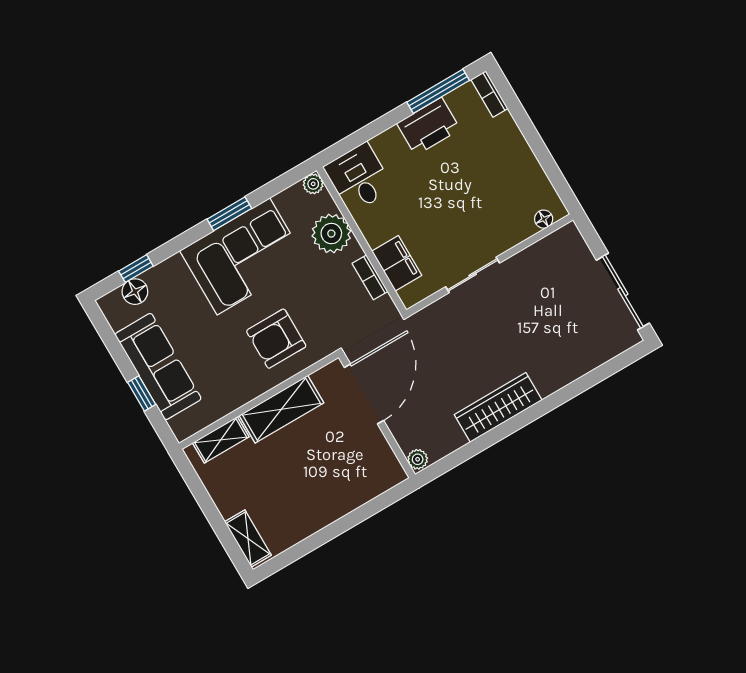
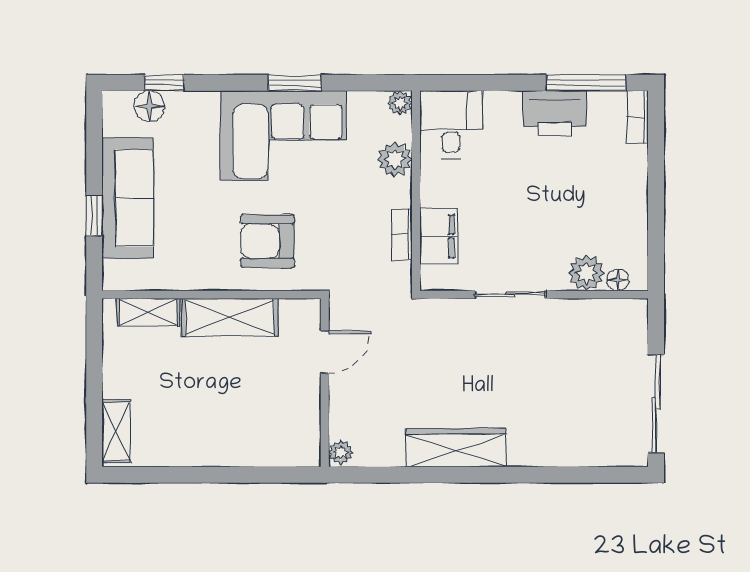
plant: (518, 227) -> (587, 273), added
plant: (331, 234) -> (395, 159), width x0.73, depth x0.73
door: (364, 394) -> (325, 352), width x0.53

